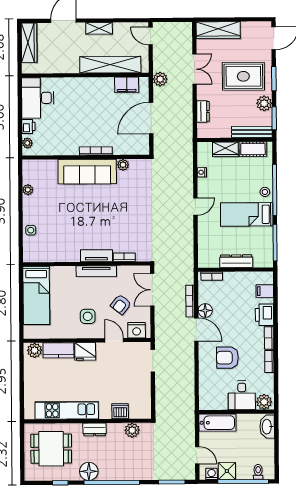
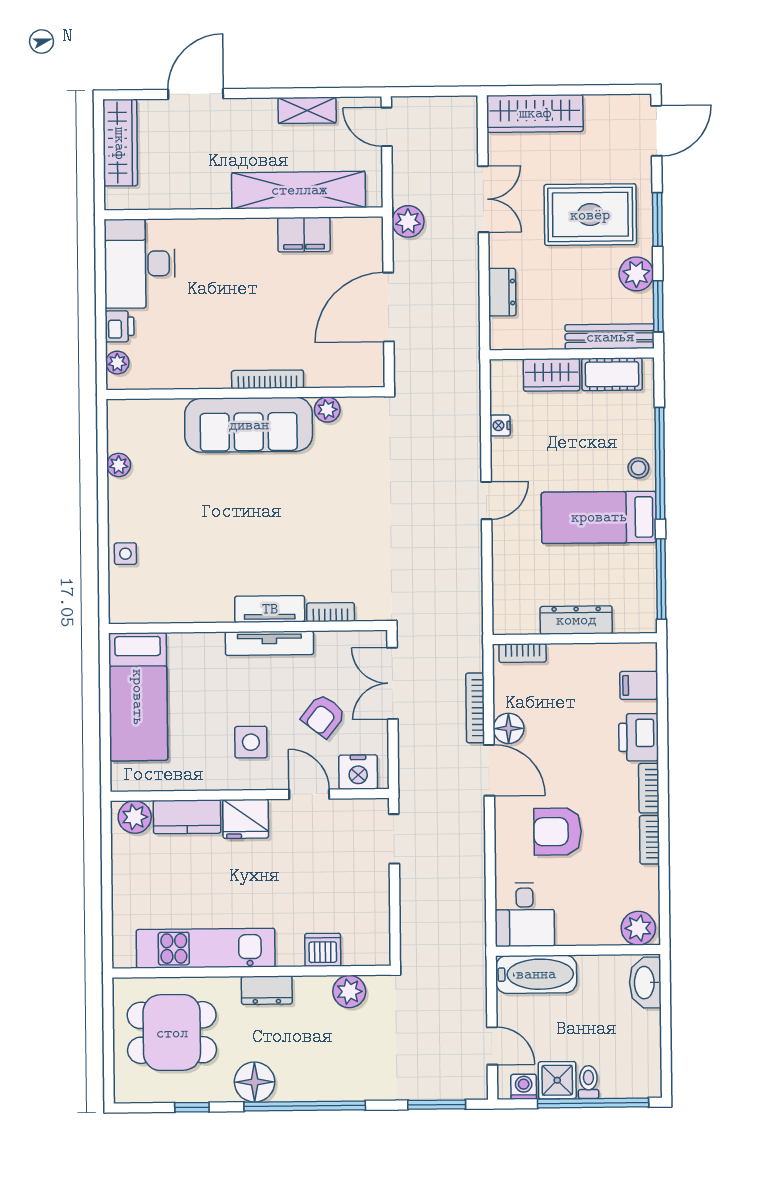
shelving: (99, 28) -> (307, 110), moved
filing cabinet: (127, 85) -> (304, 235), moved
desk: (242, 395) -> (525, 915), moved
toilet: (258, 472) -> (588, 1082), moved

